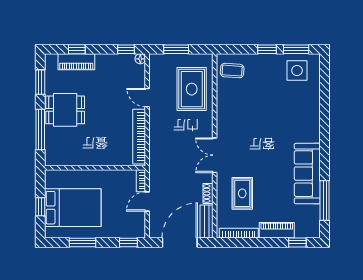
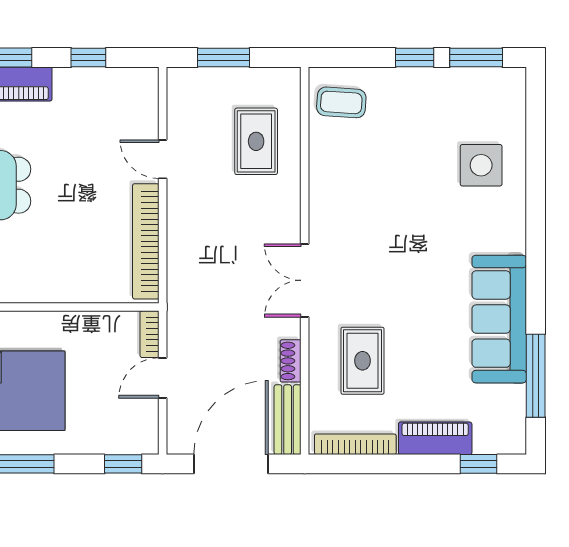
window: (126, 49) -> (88, 58), moved
floor lamp: (140, 59) -> (148, 78), removed
side table: (297, 71) -> (481, 165), moved
rug: (192, 89) -> (256, 141), width x0.73, depth x0.70

